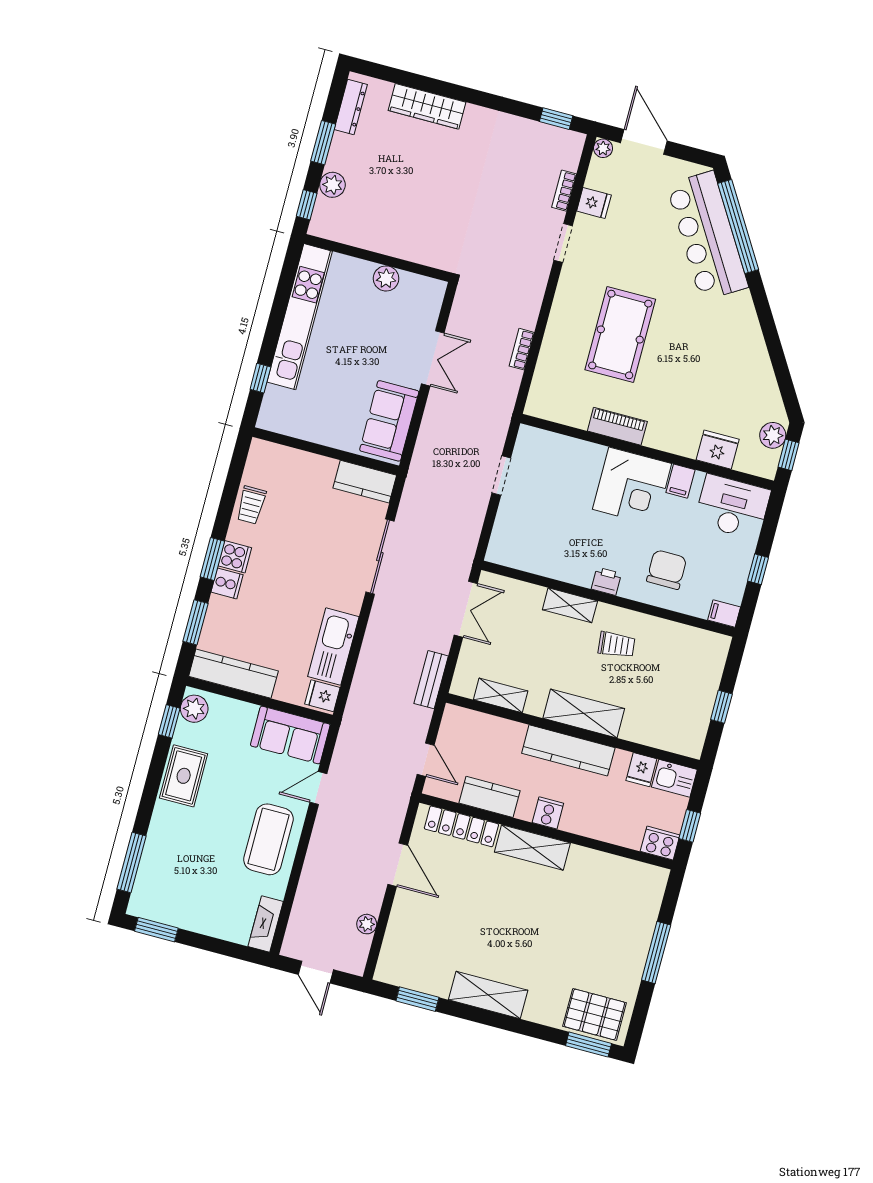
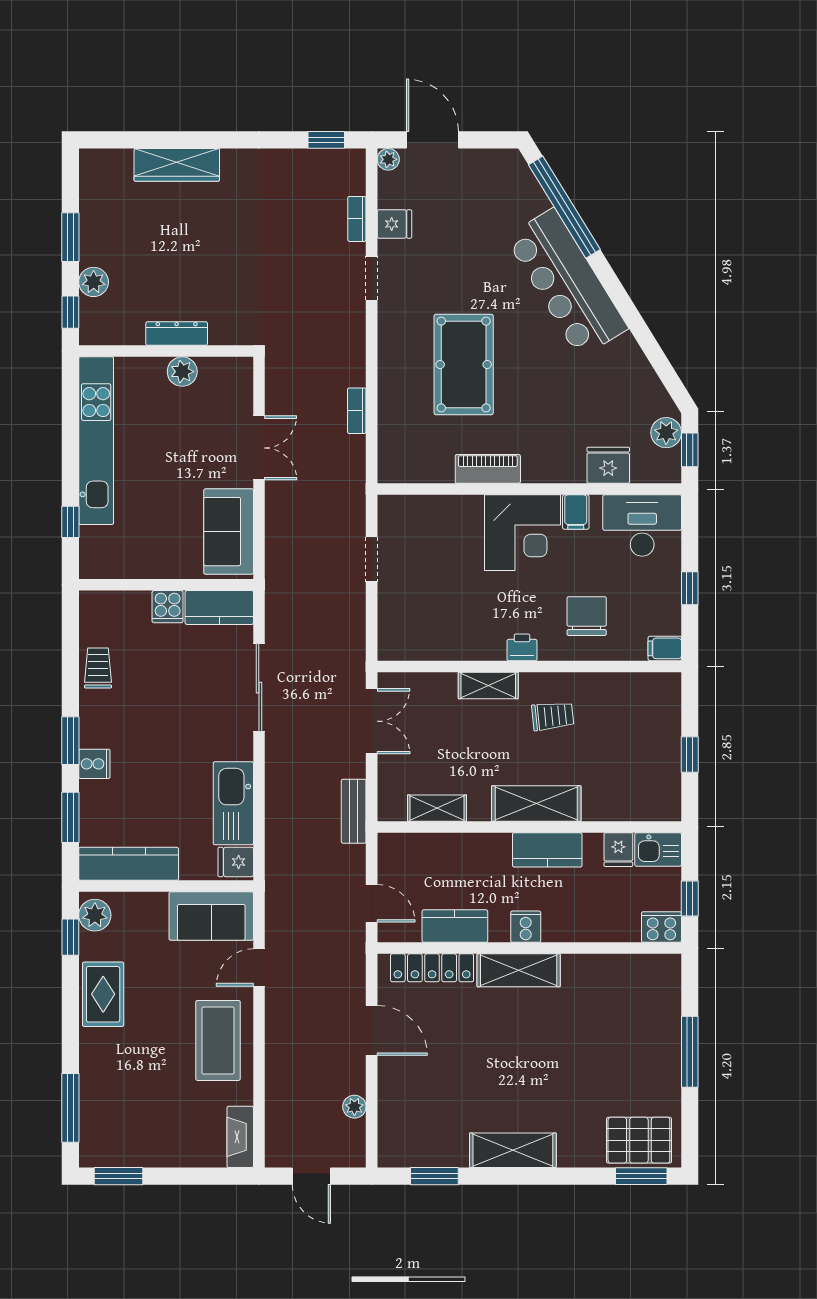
dresser: (351, 107) -> (177, 333), moved, turned -90
bar counter: (707, 236) -> (567, 283), moved
trolley: (251, 505) -> (98, 668), turned 180
cooker: (235, 557) -> (168, 607), moved, turned 90
kitchen counter: (568, 750) -> (547, 850), width x0.67

